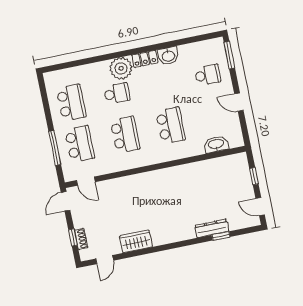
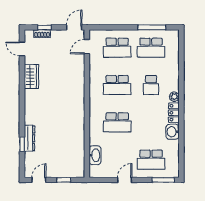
plant: (121, 68) -> (174, 97), width x0.53, depth x0.53
school desk: (208, 75) -> (151, 160), width x1.85
window: (55, 148) -> (152, 27), moved
door: (66, 201) -> (74, 27), hinge flipped

